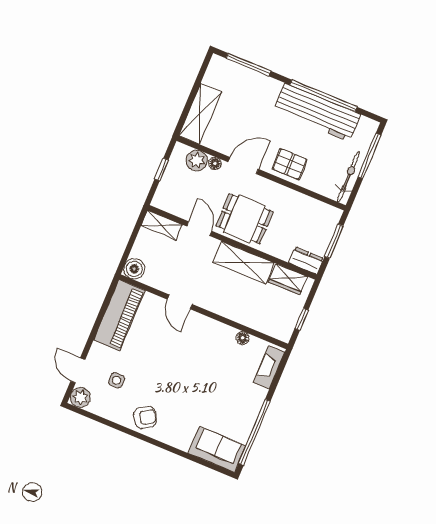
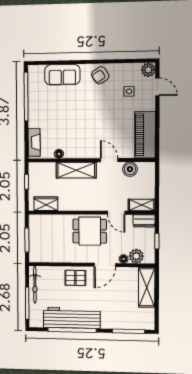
dresser: (306, 261) -> (144, 221), moved
shelving: (244, 262) -> (76, 170), moved
boiler: (134, 269) -> (130, 169), moved
sofa: (217, 449) -> (62, 75), moved

